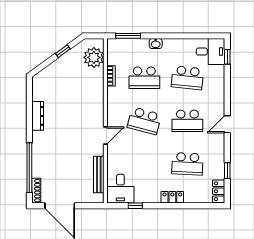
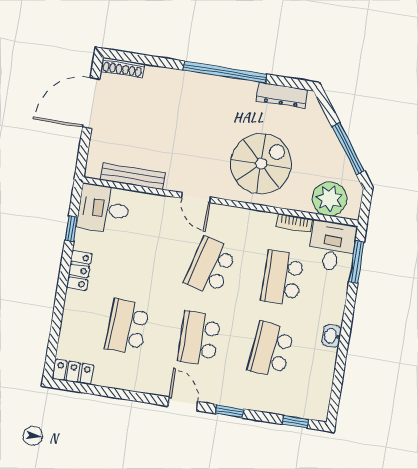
washbasin: (156, 44) -> (332, 336), moved
window: (63, 51) -> (348, 149), width x2.17
desk: (211, 52) -> (332, 246), moved, turned 180
spiral stairs: (80, 101) -> (261, 164), added
dresser: (38, 116) -> (282, 95), moved
window: (29, 168) -> (225, 72), moved
window: (227, 171) -> (230, 411), moved
locker: (172, 197) -> (79, 270), moved

